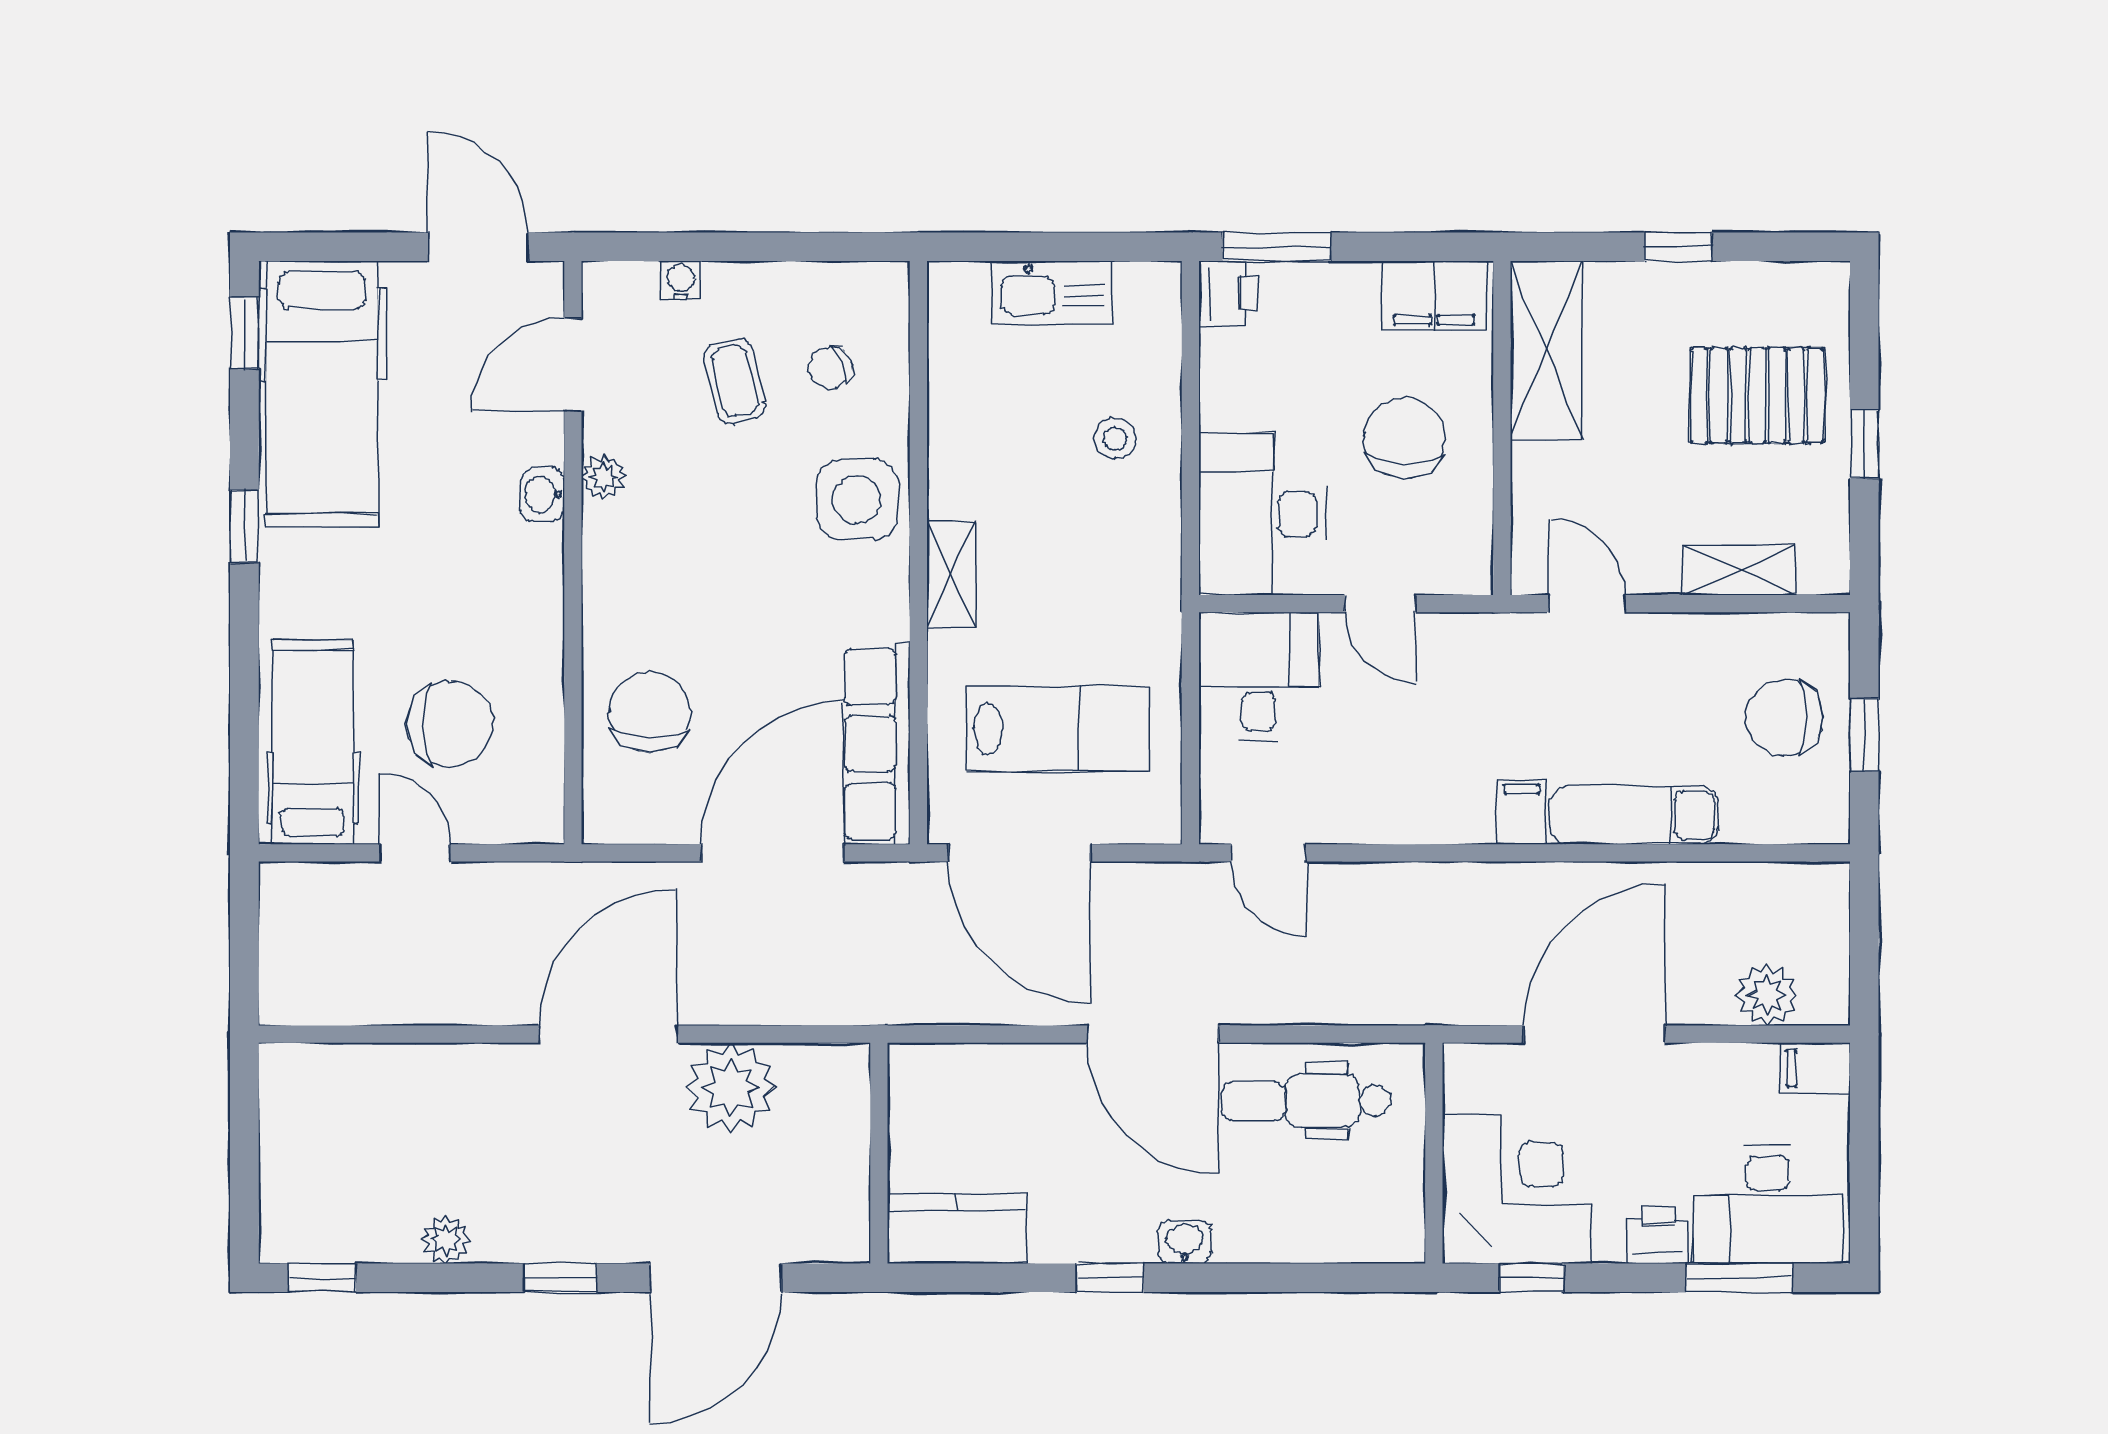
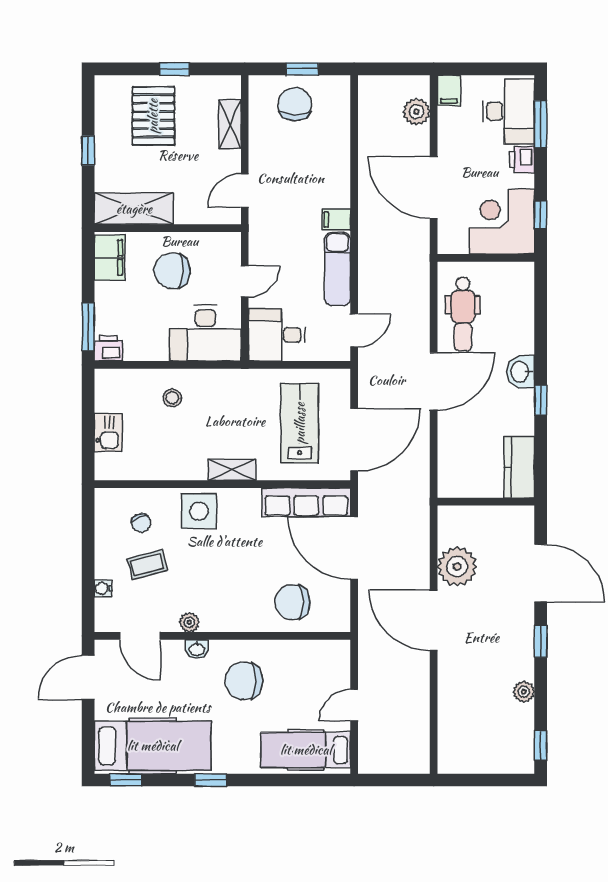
kitchen sink: (1052, 292) -> (108, 433), width x0.73
chair: (1784, 718) -> (295, 104), turned 180
chair: (450, 724) -> (244, 681), moved, turned -90
exam couch: (1634, 815) -> (338, 269), moved
washbasin: (1185, 1242) -> (521, 372), width x1.38, depth x1.45

